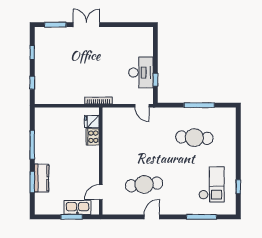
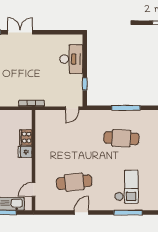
desk: (141, 73) -> (71, 59), moved
door: (142, 106) -> (72, 108), hinge flipped
fridge: (92, 121) -> (25, 152), moved
checkout: (211, 184) -> (126, 187), moved

